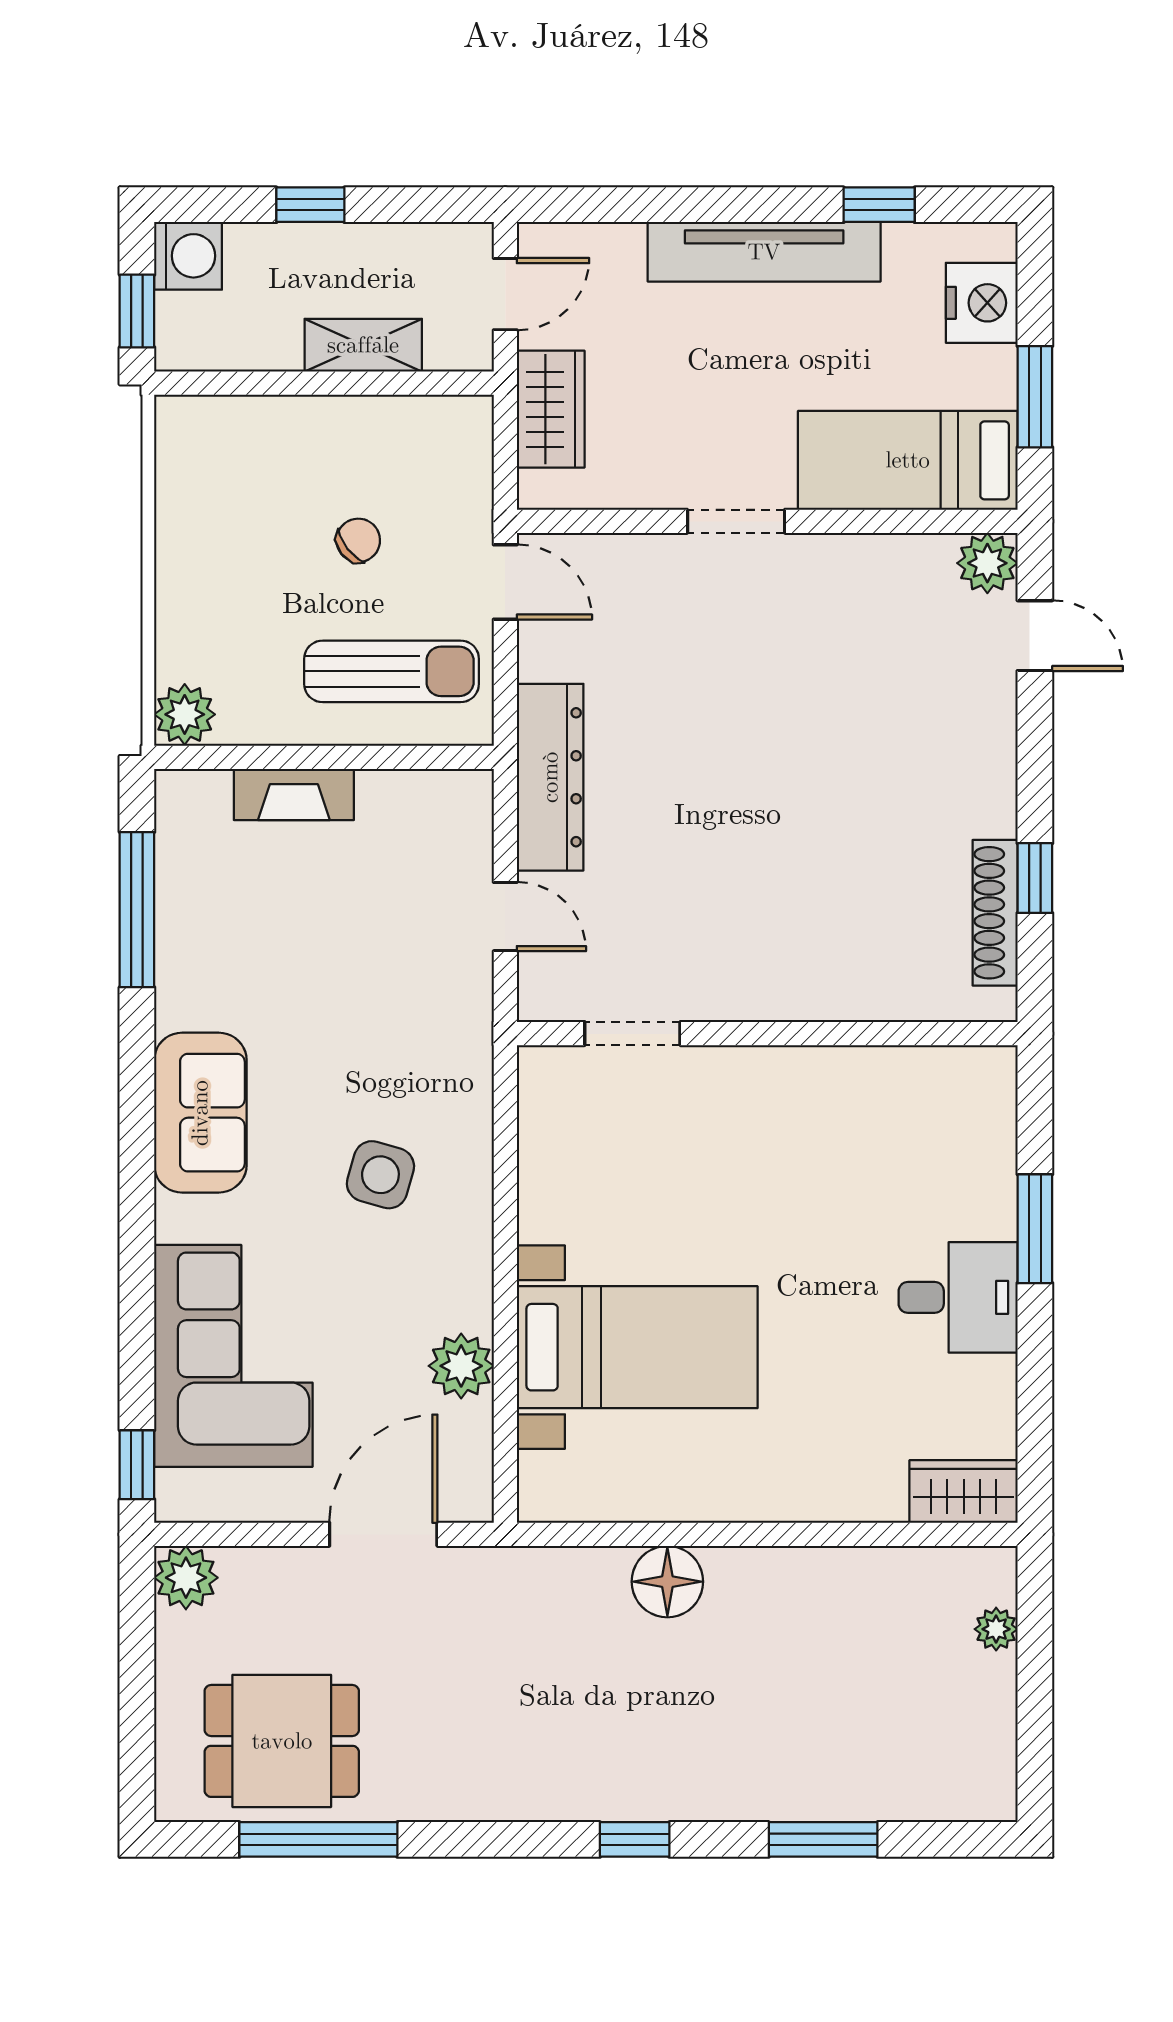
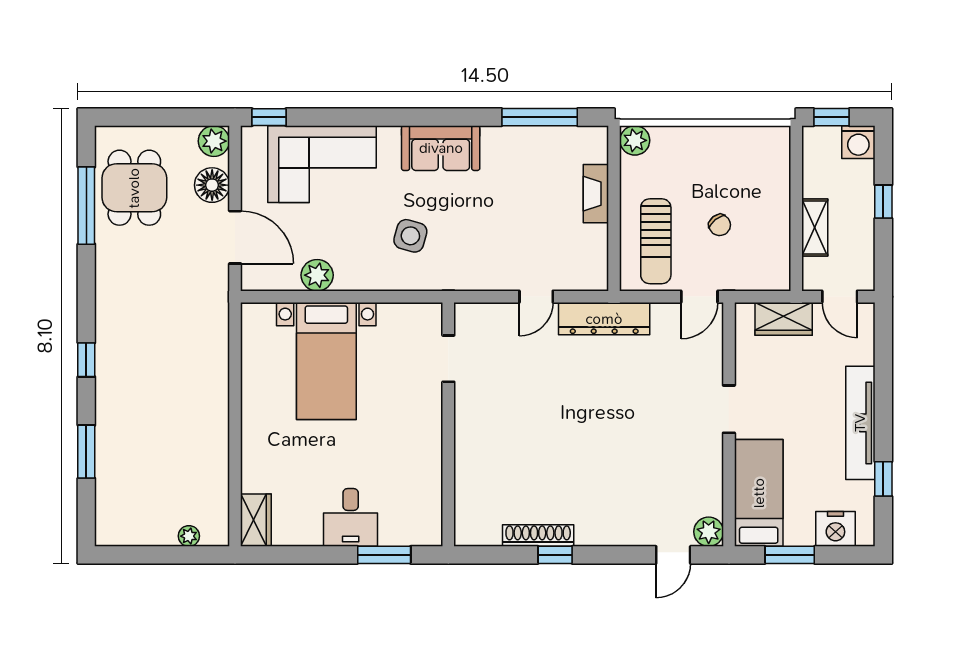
doorway: (632, 1034) -> (448, 359), moved
wall: (767, 1034) -> (448, 424), moved
floor lamp: (667, 1582) -> (212, 185), moved

